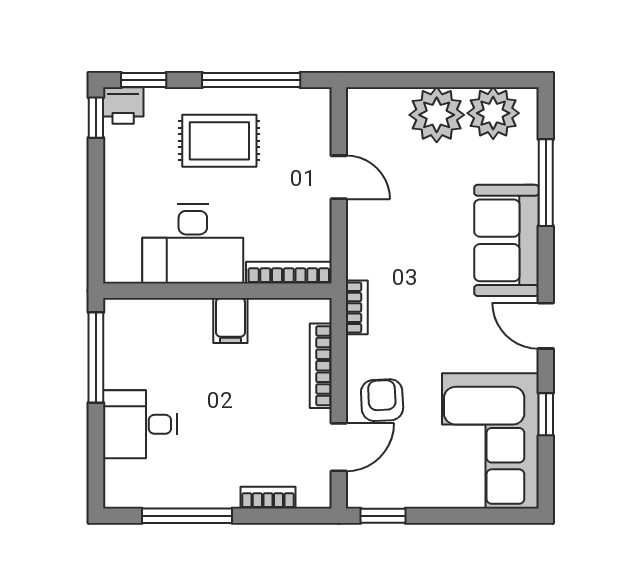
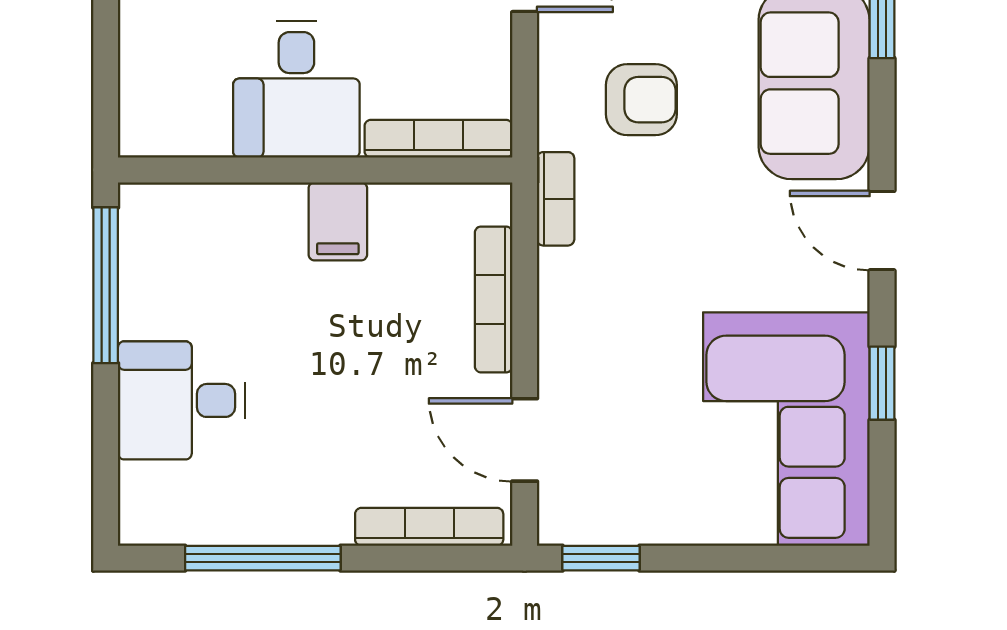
desk: (193, 244) -> (296, 89), width x0.73
armchair: (382, 400) -> (641, 100), moved, turned 93
door: (339, 447) -> (525, 440), swing flipped
bookcase: (268, 498) -> (429, 527), width x1.56

